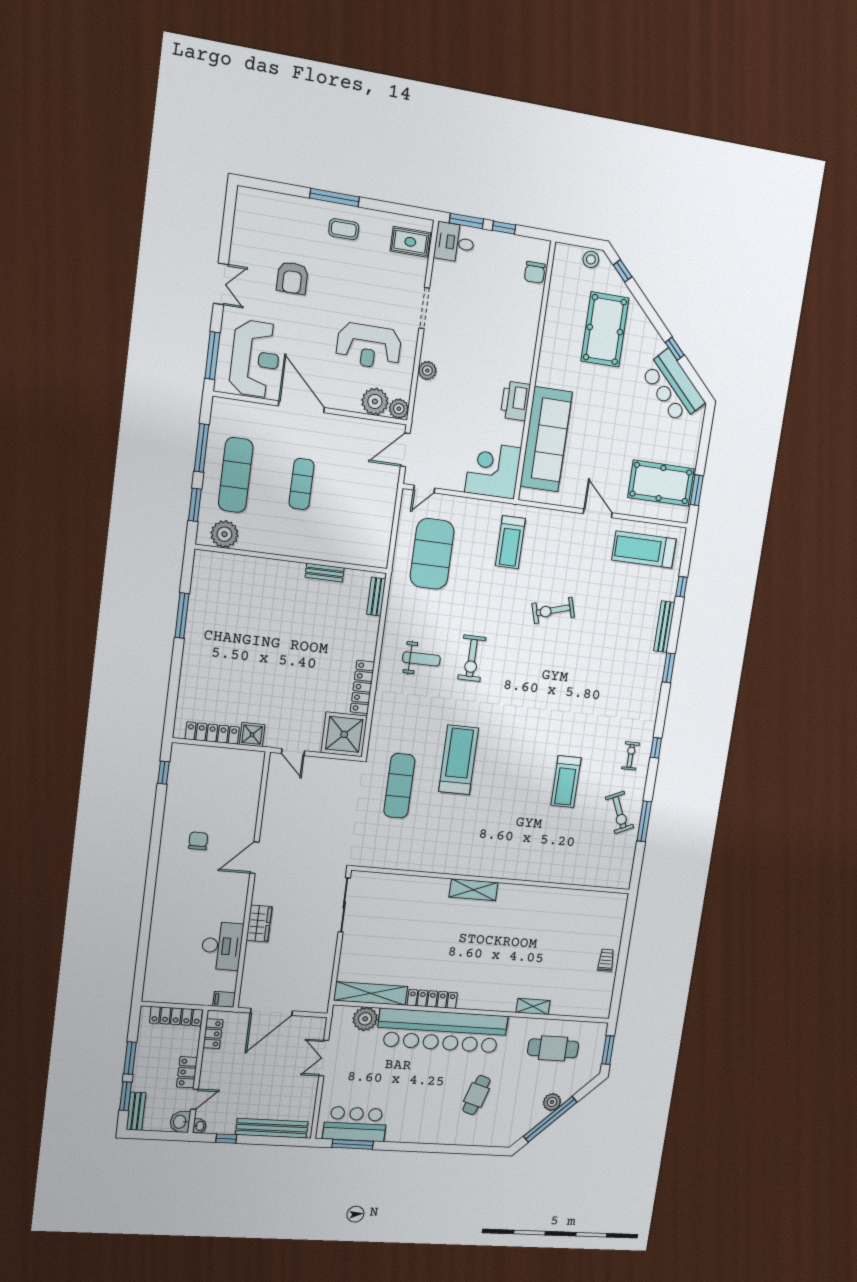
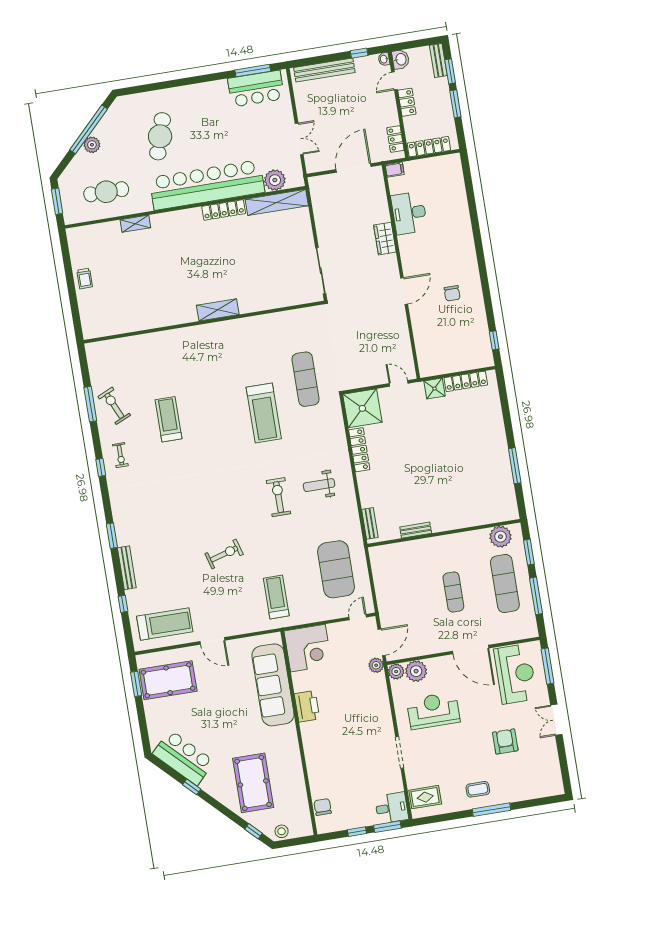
reception desk: (255, 359) -> (515, 674), turned 180
plant: (427, 371) -> (376, 665), moved
cafe table: (476, 1095) -> (160, 136), width x1.37, depth x1.35

